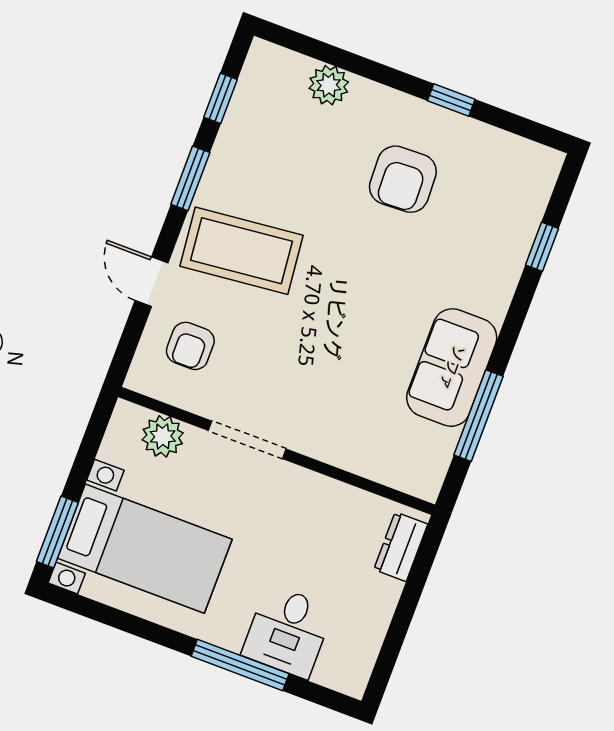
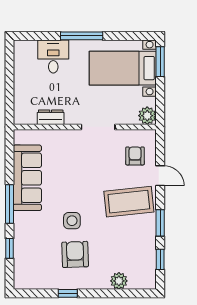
side table: (382, 256) -> (72, 221), added
sofa: (452, 368) -> (27, 178), width x1.36
window: (478, 416) -> (9, 204), moved
plant: (163, 436) -> (147, 116), moved
dresser: (401, 547) -> (51, 117), moved, turned -90
window: (240, 665) -> (82, 36), moved

